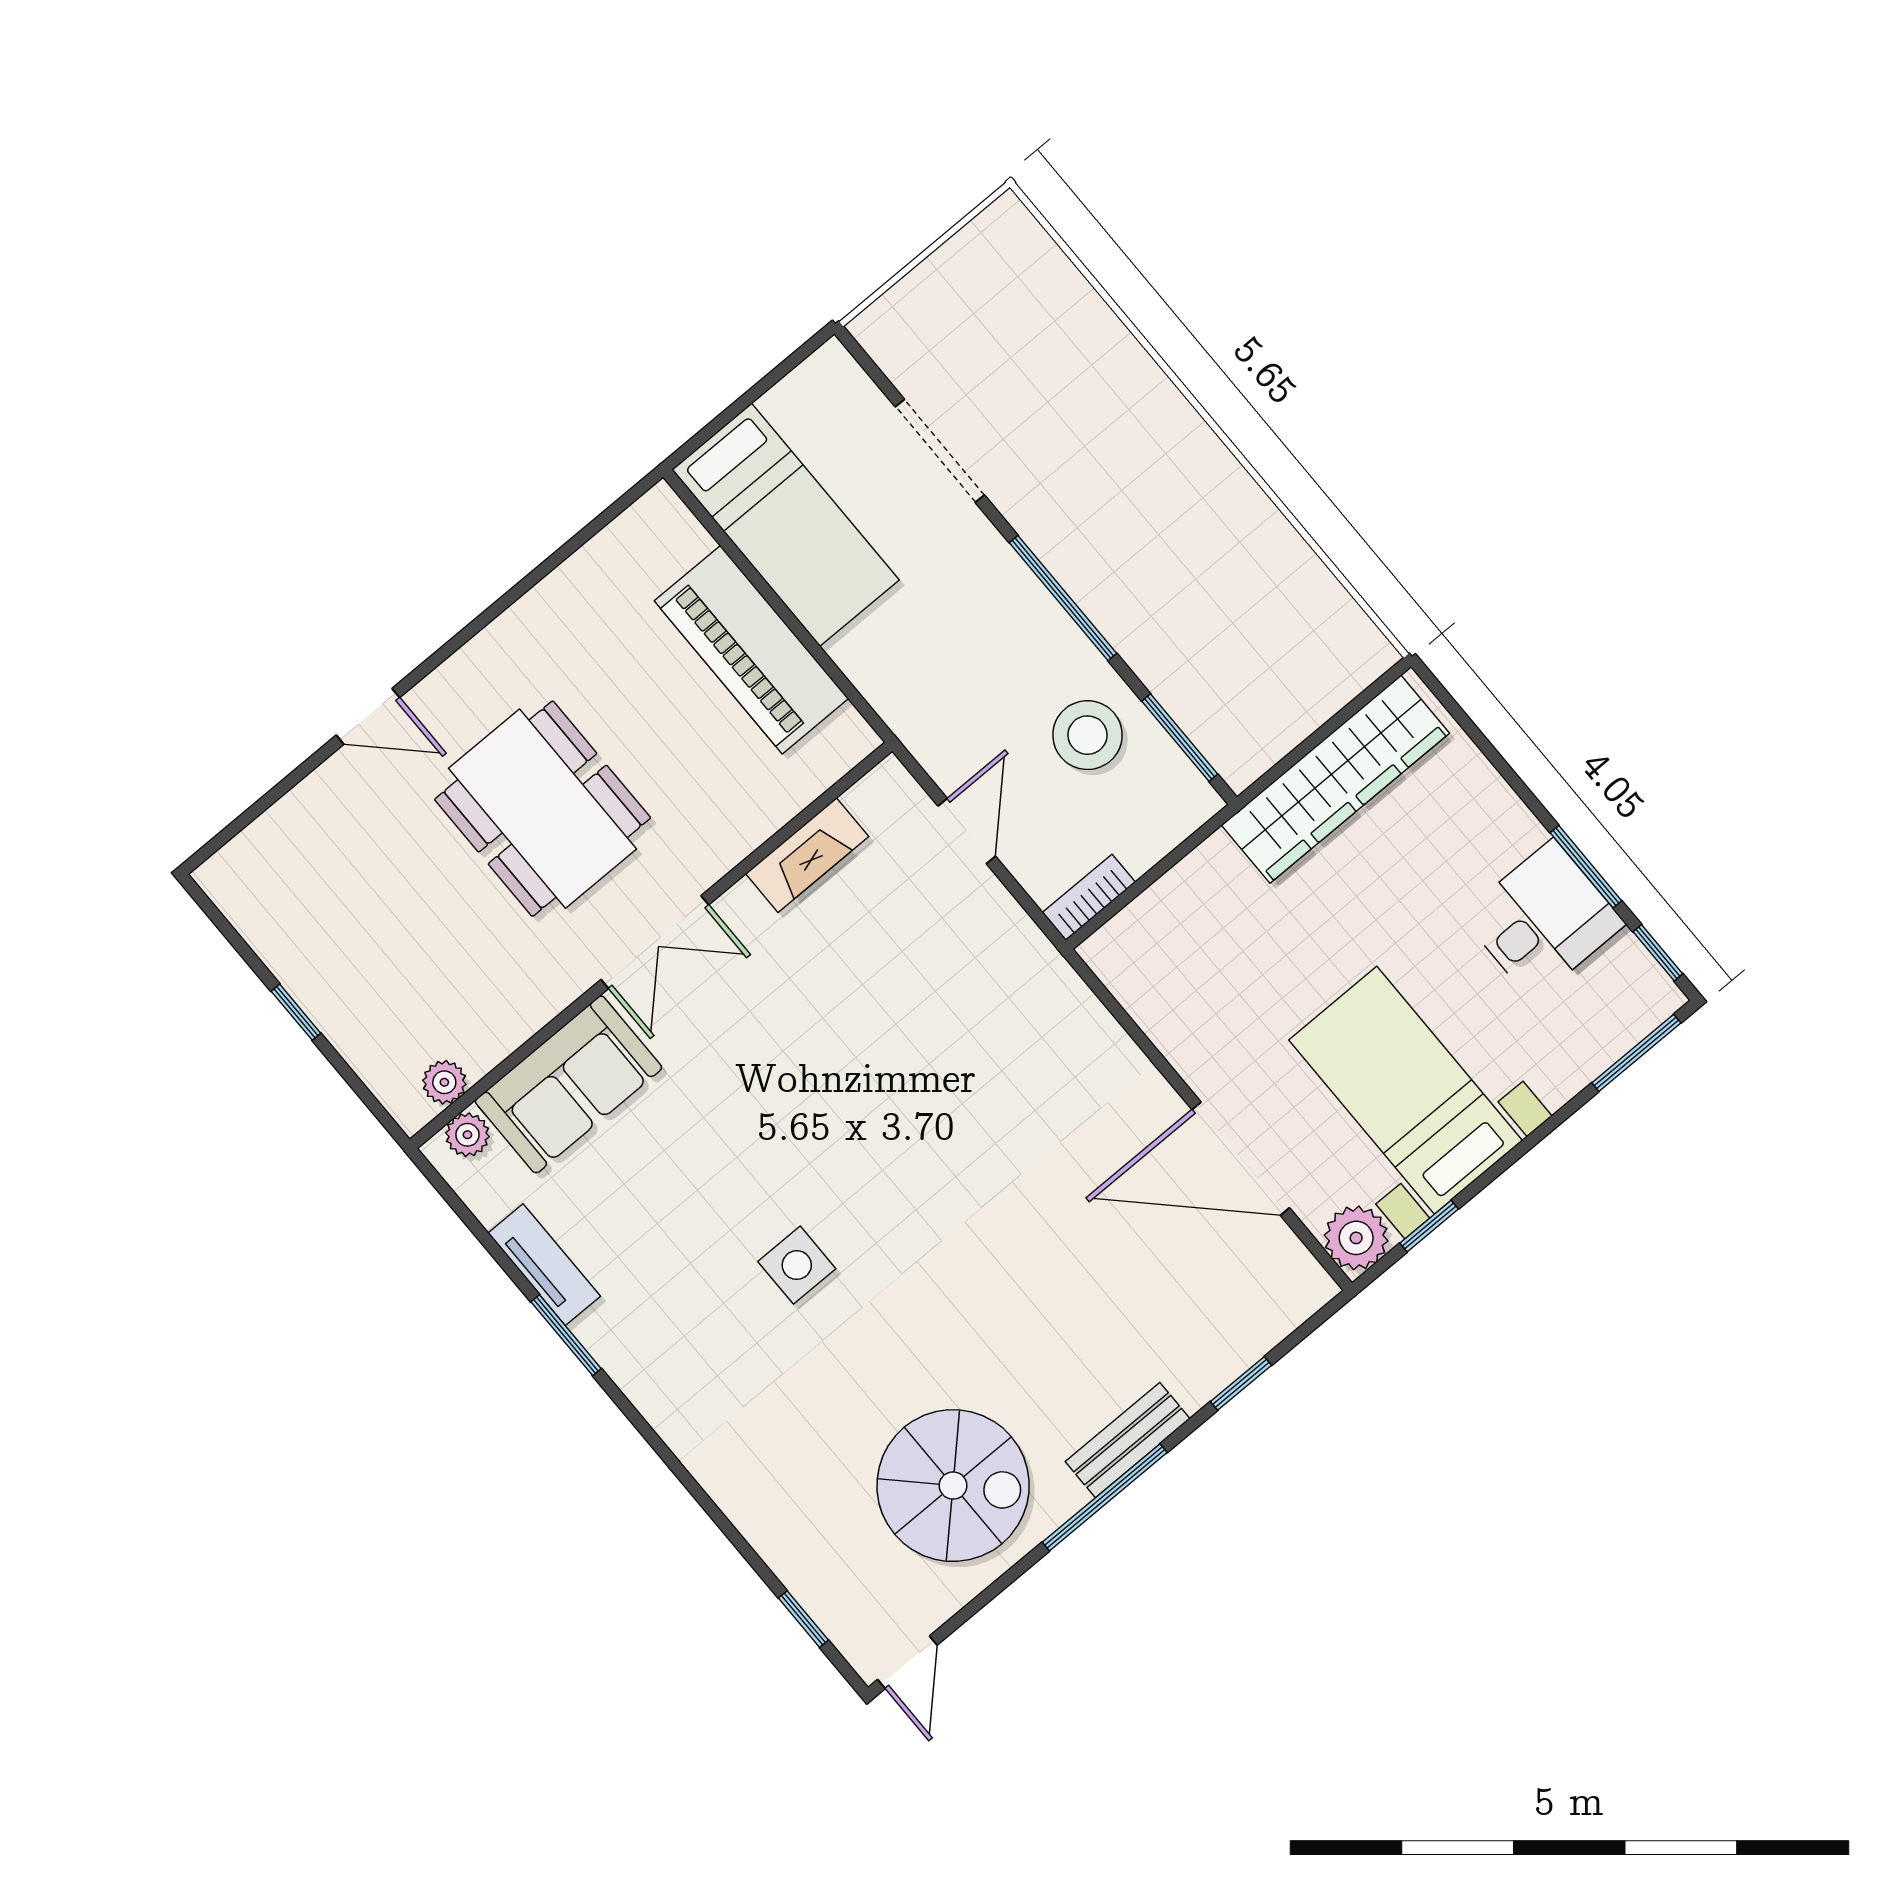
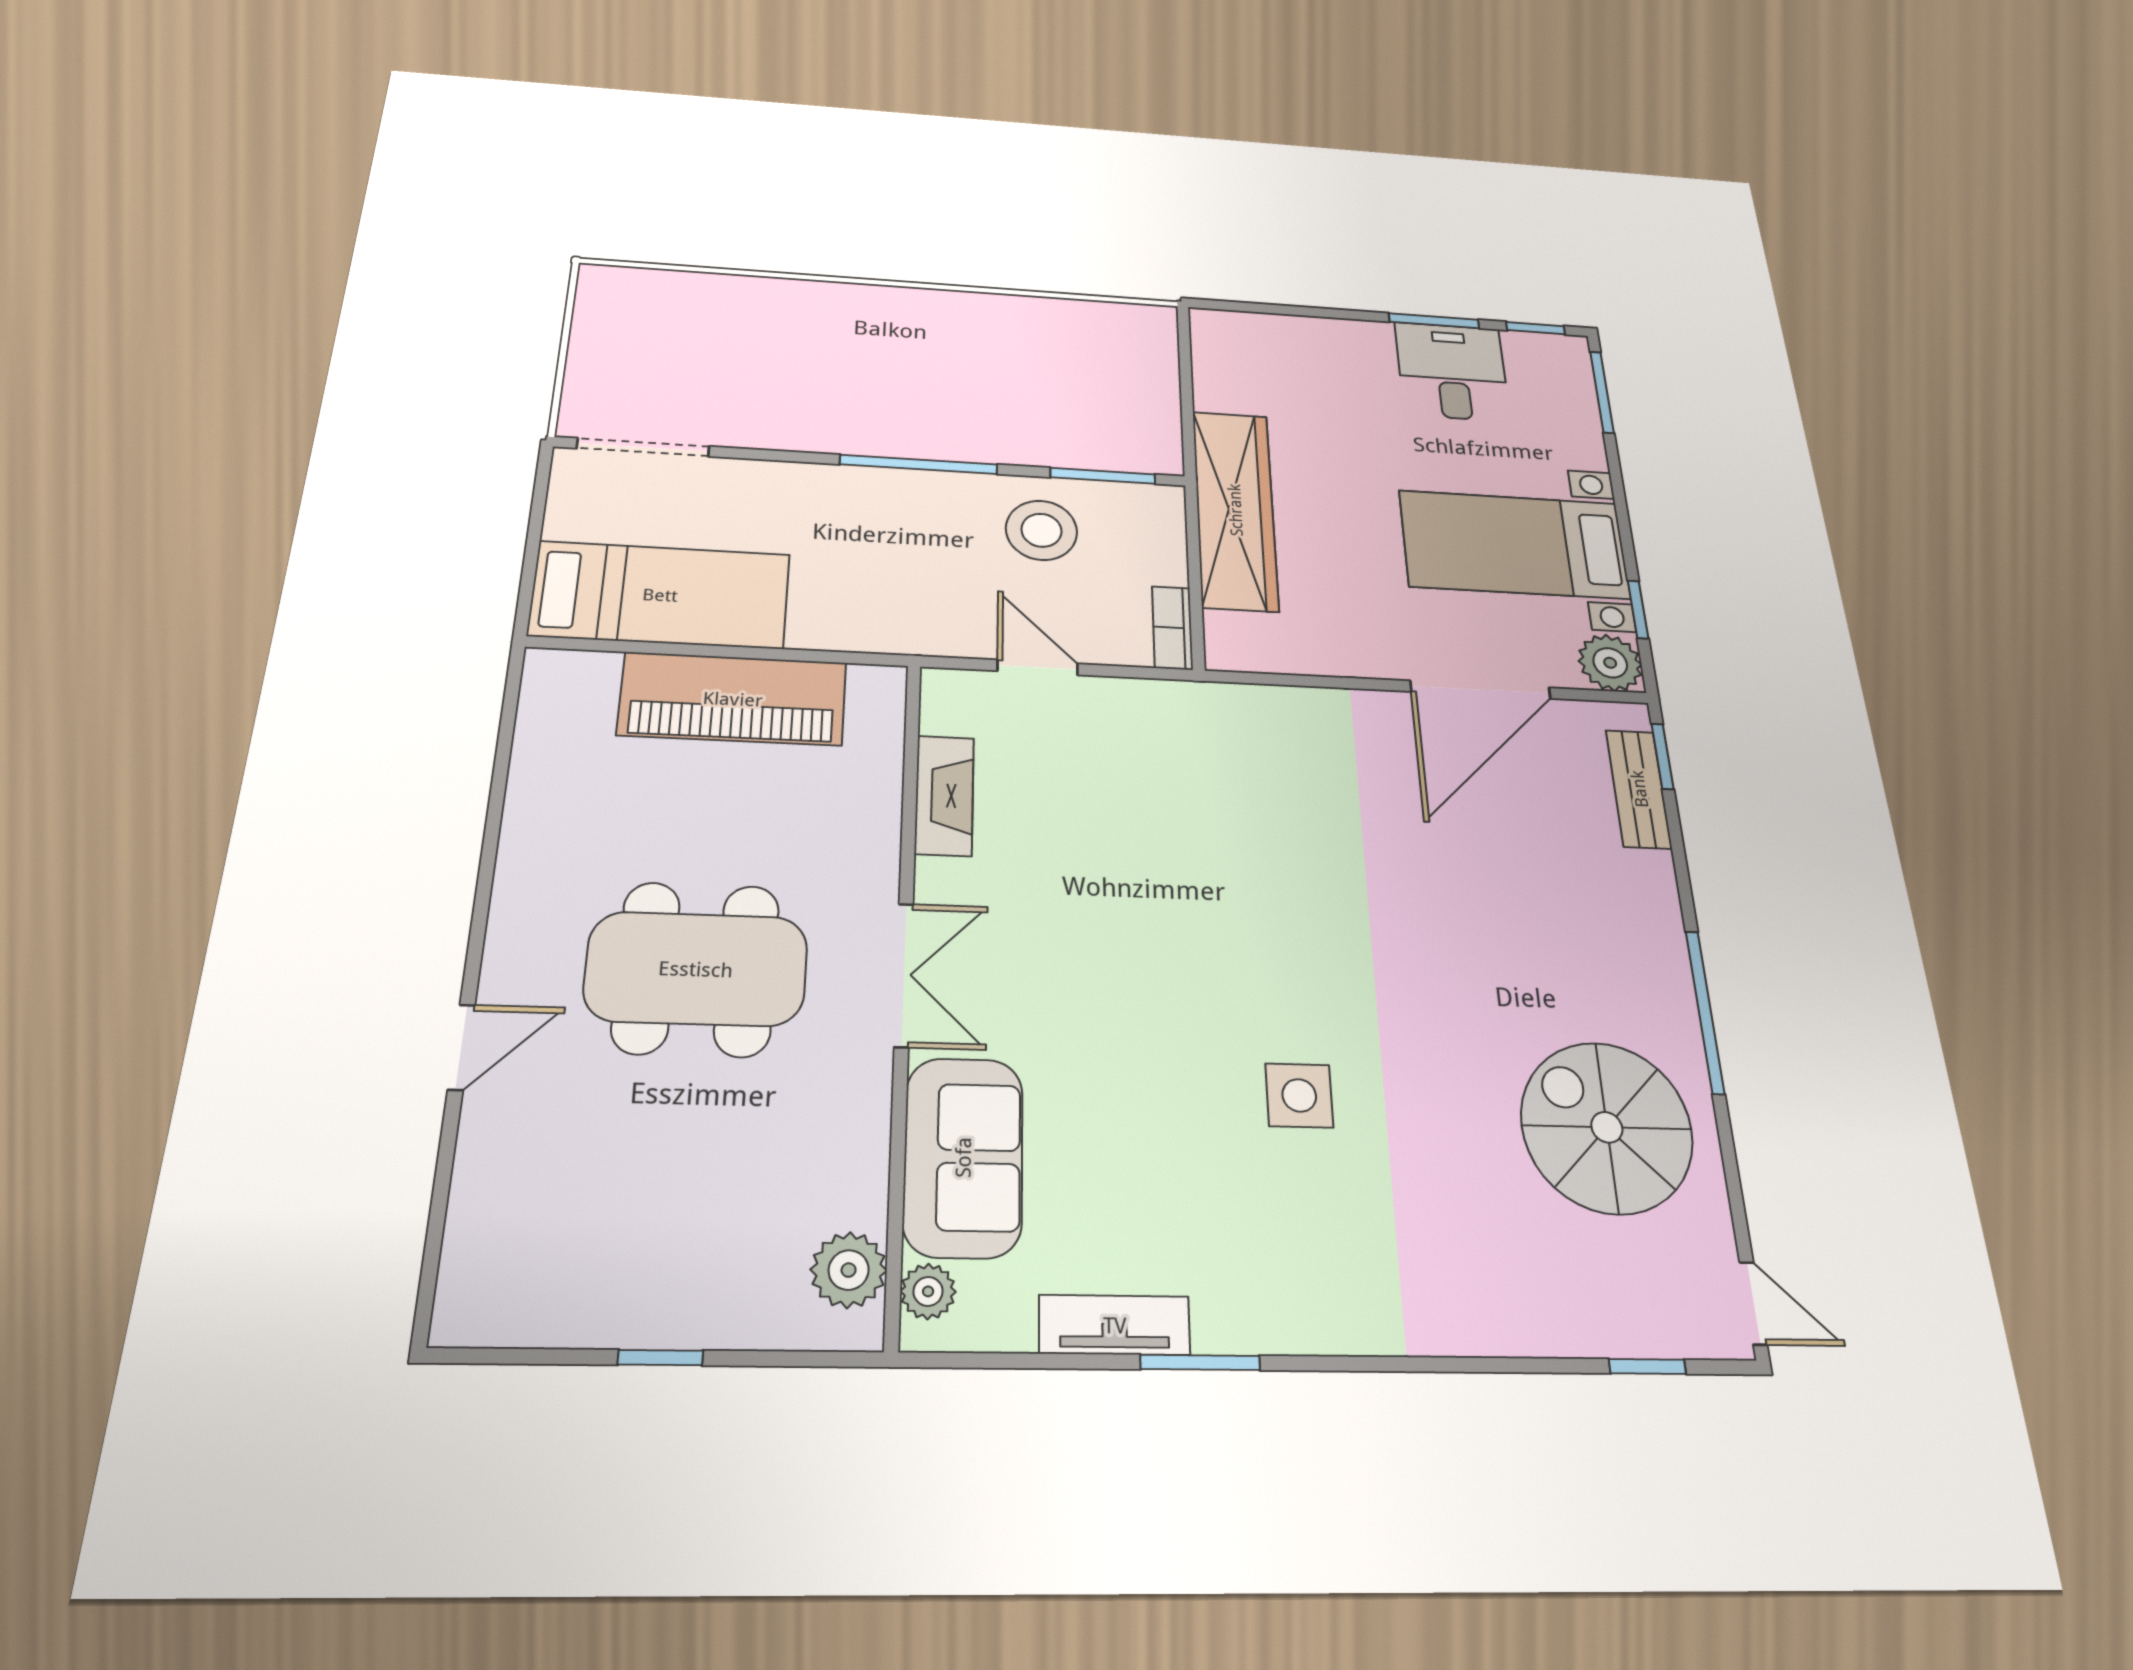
doorway: (940, 451) -> (643, 447), moved
wardrobe: (1335, 779) -> (1235, 510), moved
plant: (444, 1082) -> (849, 1270), width x1.38, depth x1.38
window: (1241, 1383) -> (1662, 756), moved
bench: (1128, 1440) -> (1639, 789), moved
spiral stairs: (953, 1486) -> (1607, 1127), turned -90

